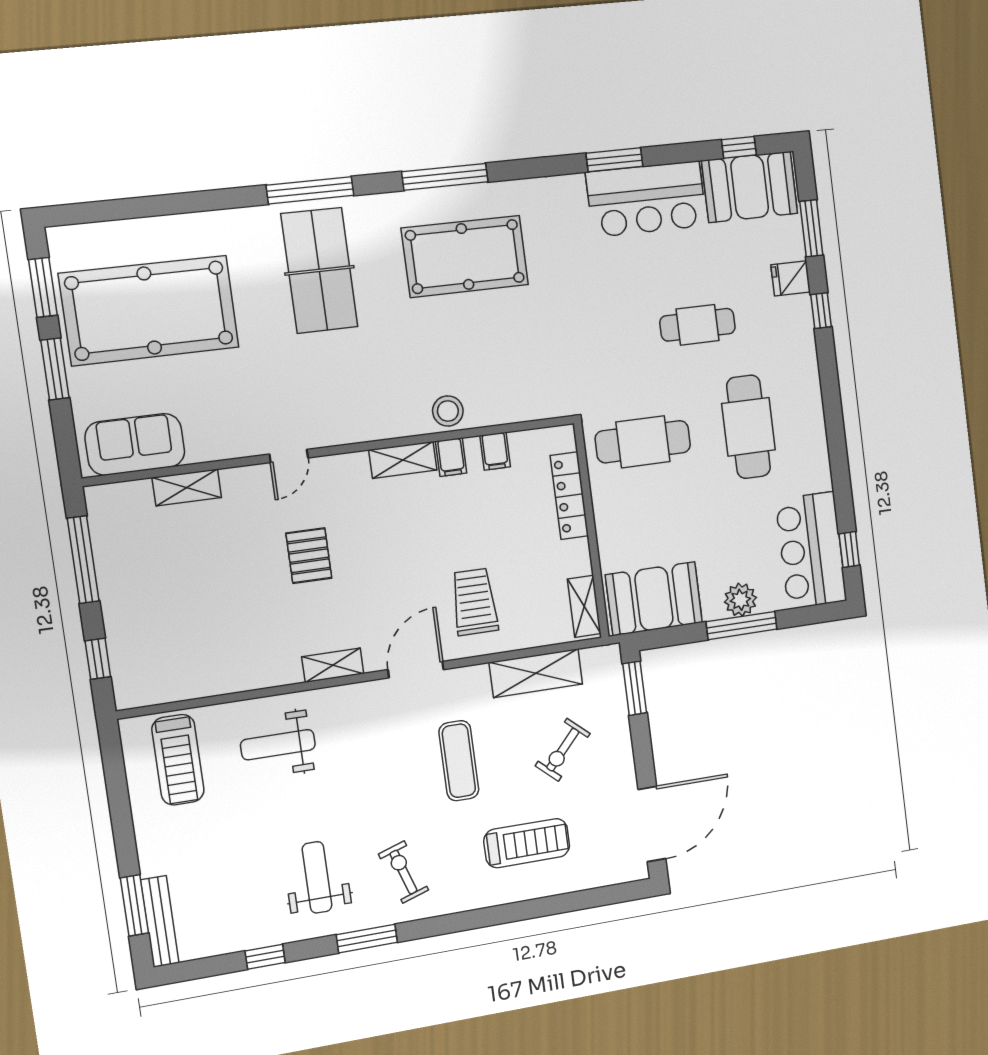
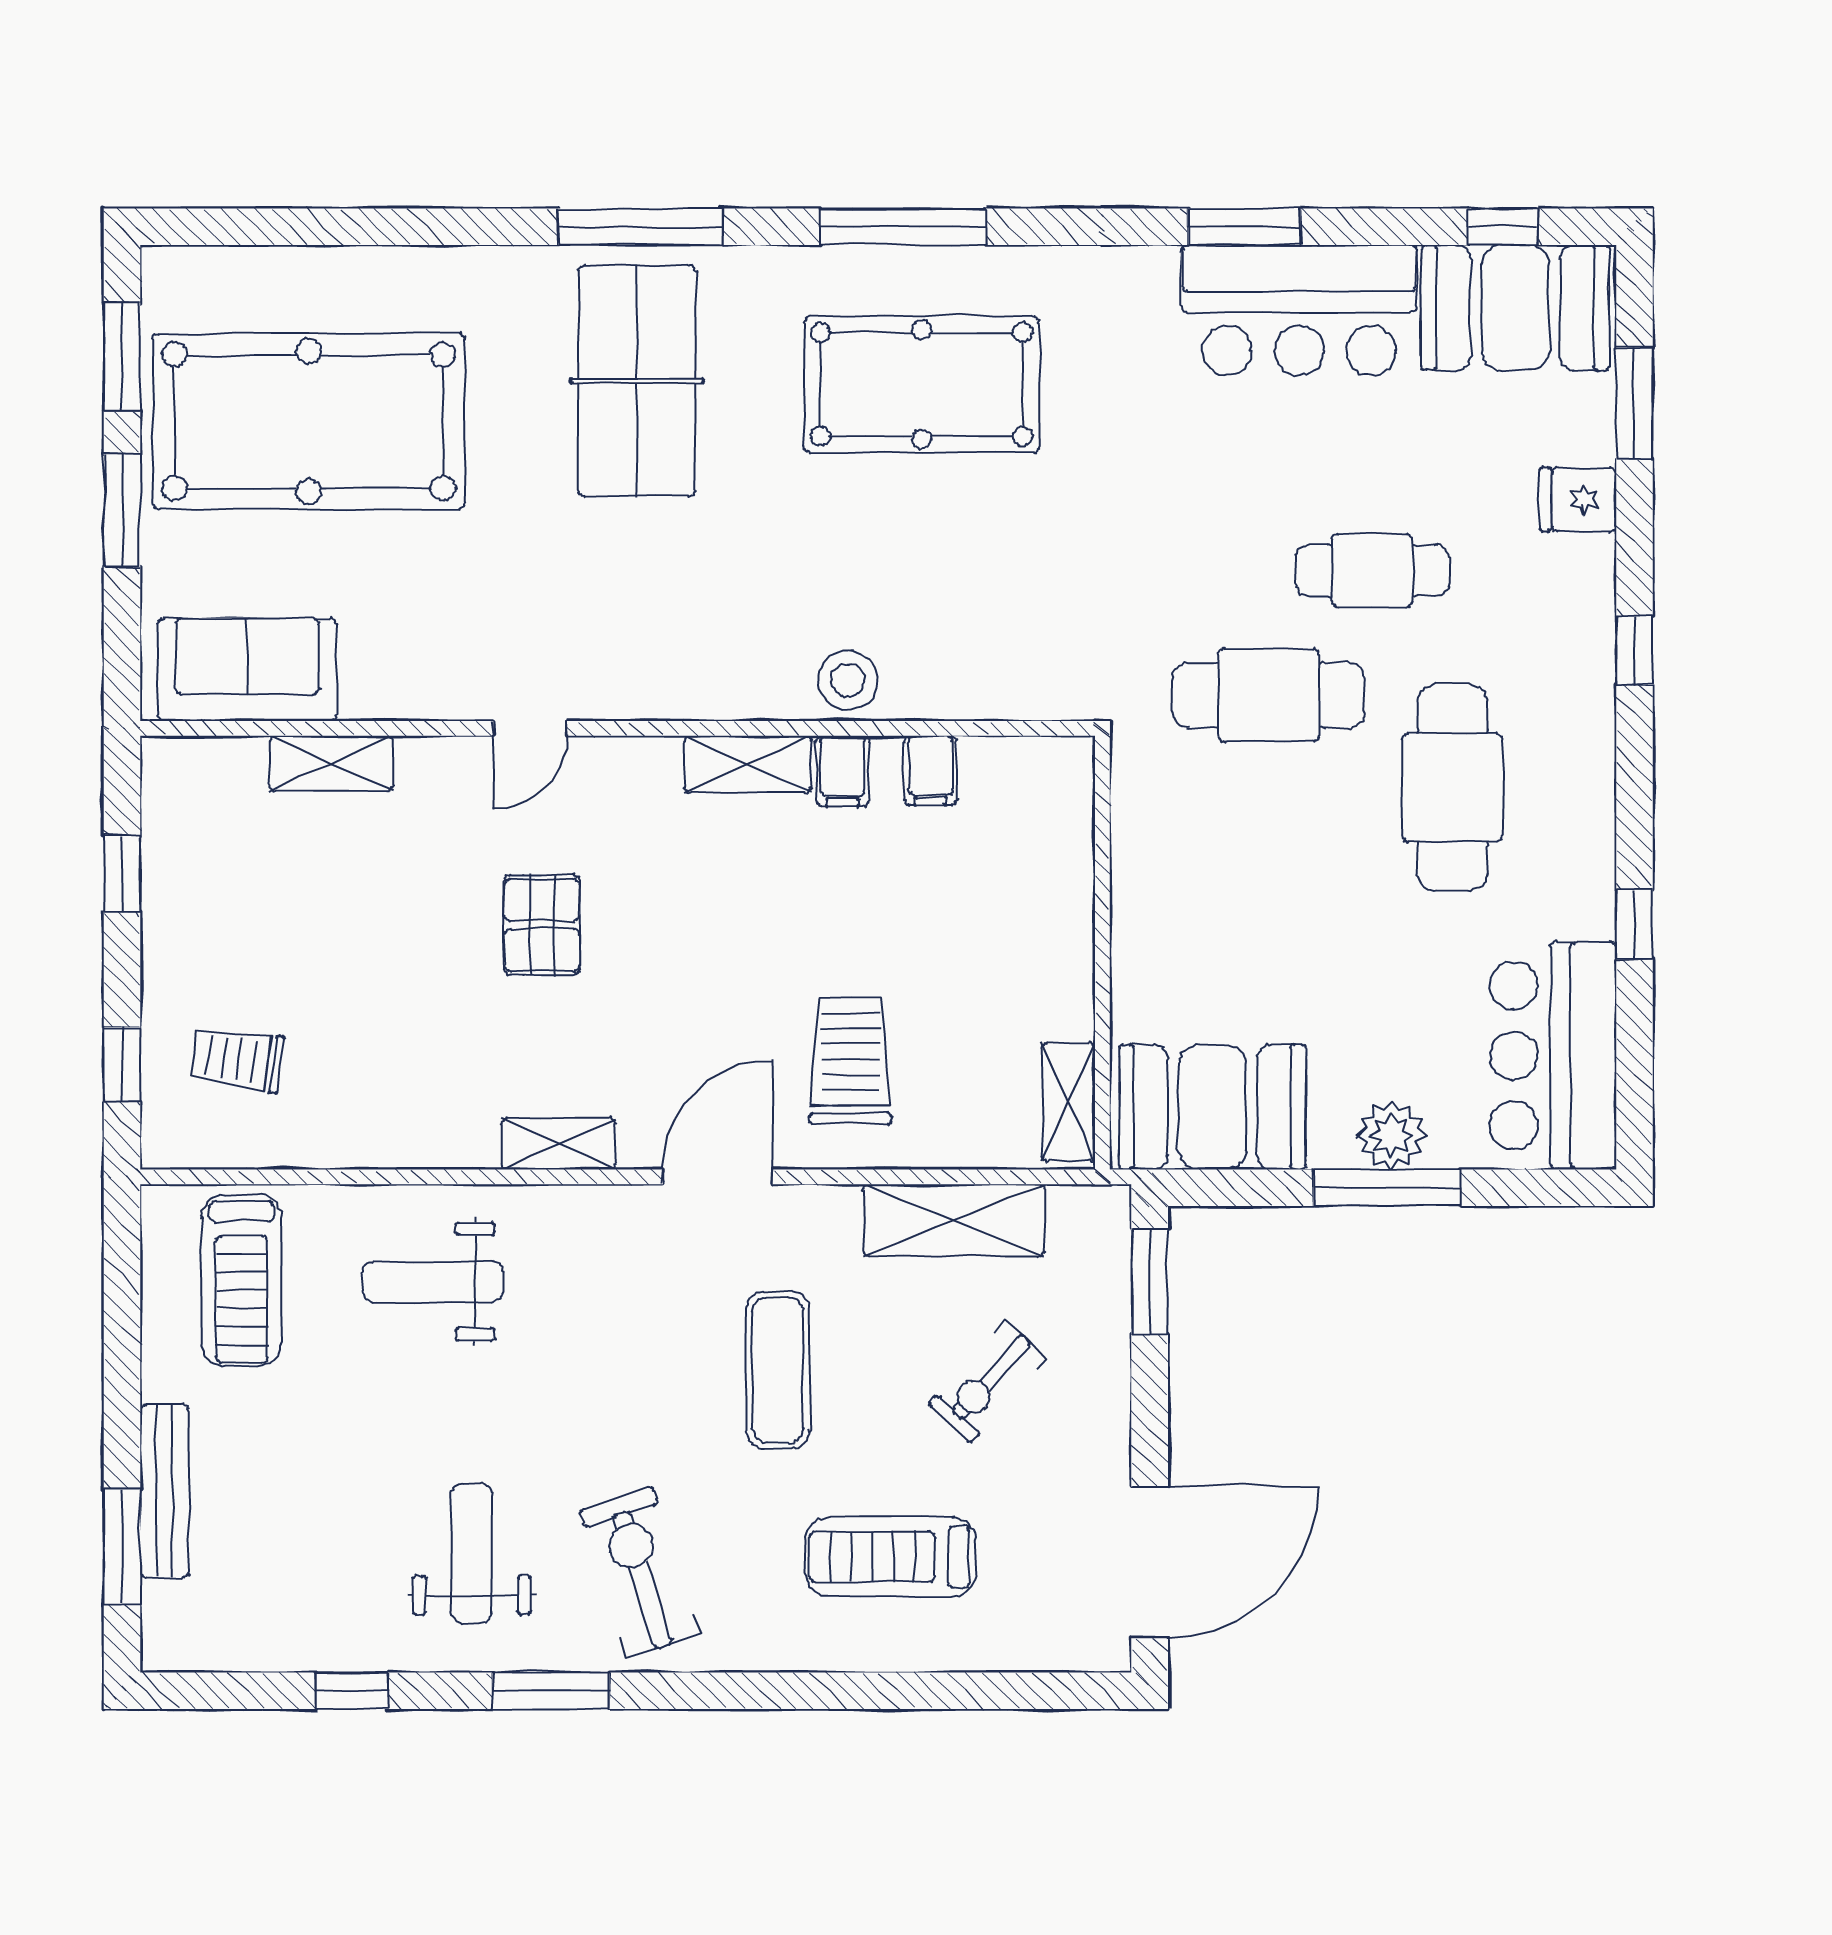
window: (821, 311) -> (1634, 650), moved
cafe table: (643, 442) -> (1269, 695), moved
locker: (569, 496) -> (1067, 878), removed
window: (849, 550) -> (1634, 924), moved
window: (83, 560) -> (122, 874), width x0.46
trolley: (159, 647) -> (237, 1059), added
treadmill: (527, 843) -> (891, 1557), turned 180
exercise bike: (403, 872) -> (640, 1572), width x1.38, depth x1.39
bench: (160, 921) -> (164, 1491), moved

